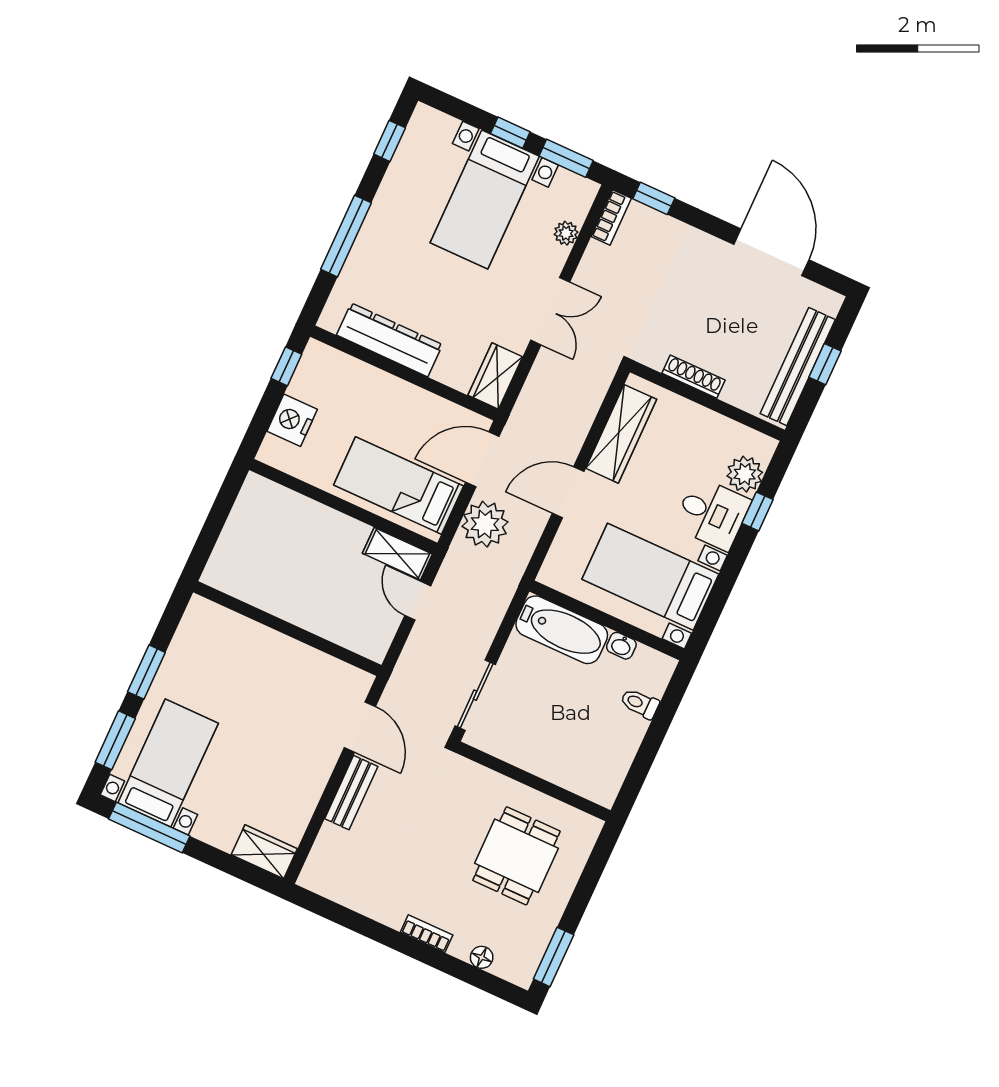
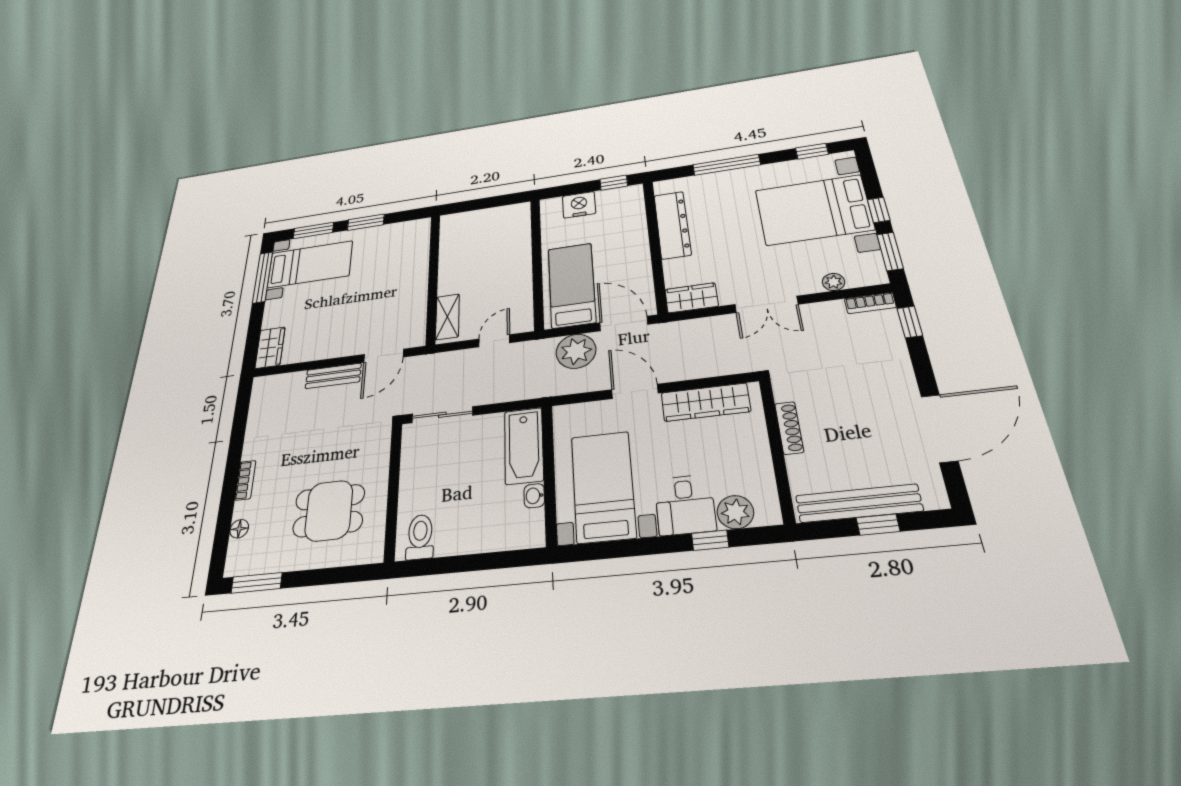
bed with nightstands: (485, 199) -> (814, 210), width x1.36
shelving: (397, 554) -> (447, 317), moved
toilet: (640, 704) -> (420, 537), moved, width x1.37, depth x1.39

